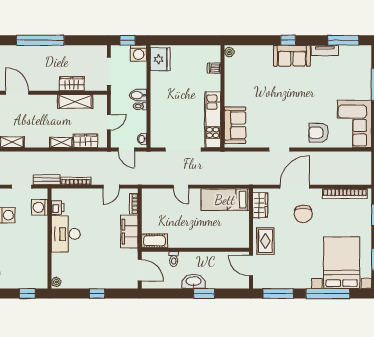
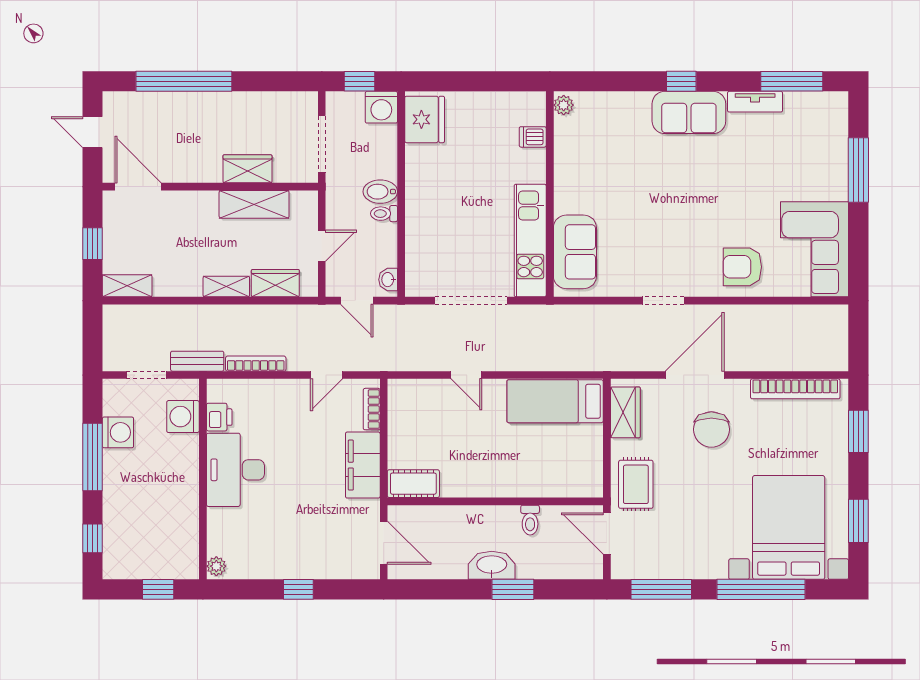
toilet: (174, 259) -> (530, 520), moved

